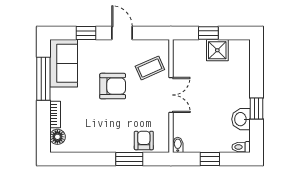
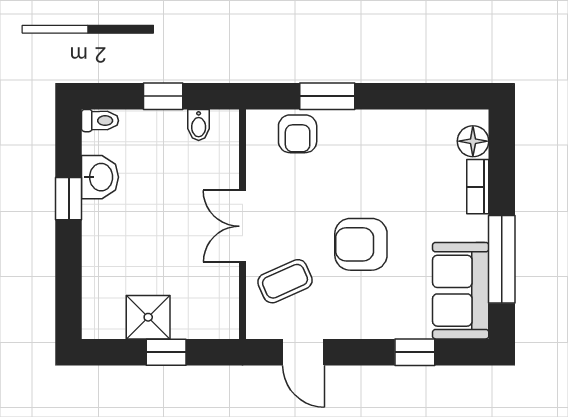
door: (122, 33) -> (303, 352), moved
bidet: (178, 145) -> (199, 125), moved

